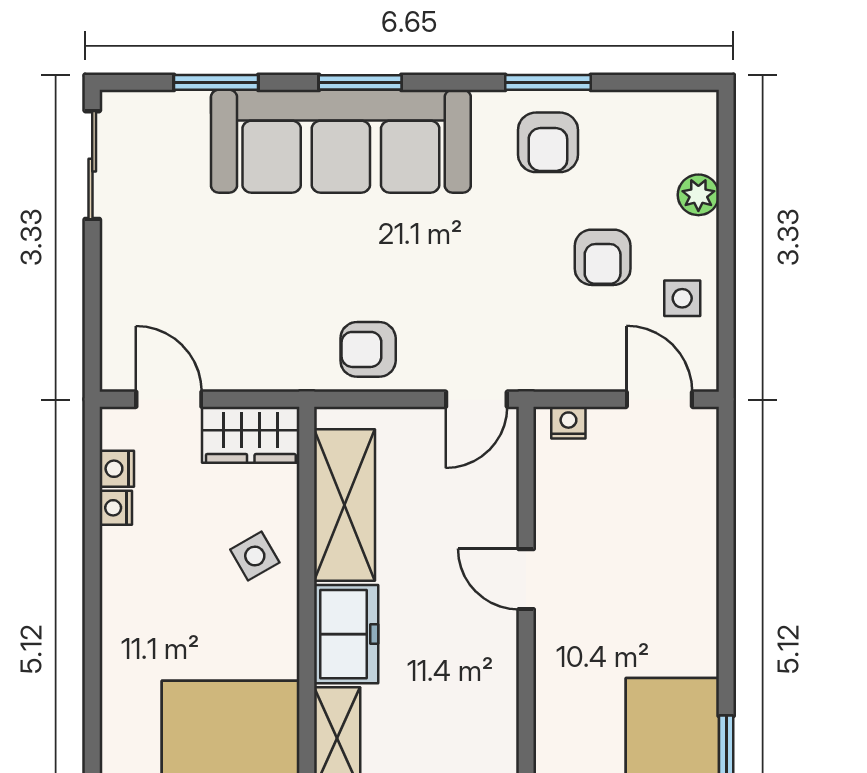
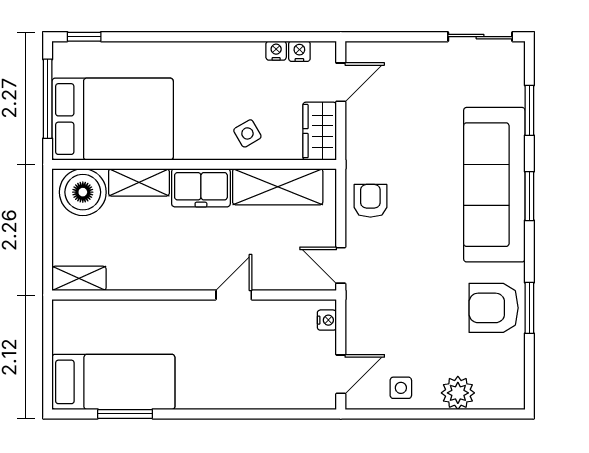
armchair: (548, 142) -> (494, 308), width x1.38, depth x1.38
plant: (698, 195) -> (458, 393), width x1.38, depth x1.38
armchair: (603, 257) -> (425, 340), removed

